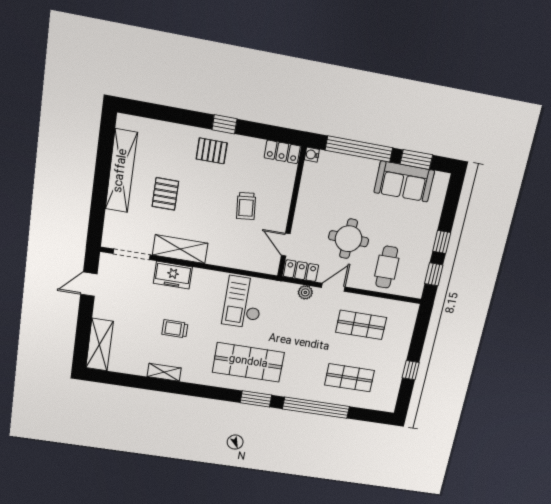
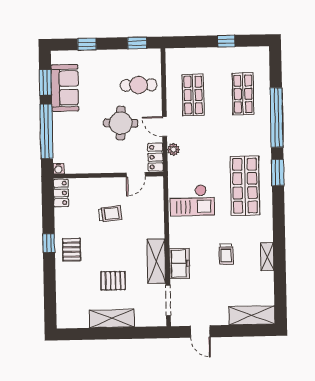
shelving: (121, 171) -> (112, 318), width x0.68
window: (442, 242) -> (87, 44), moved

